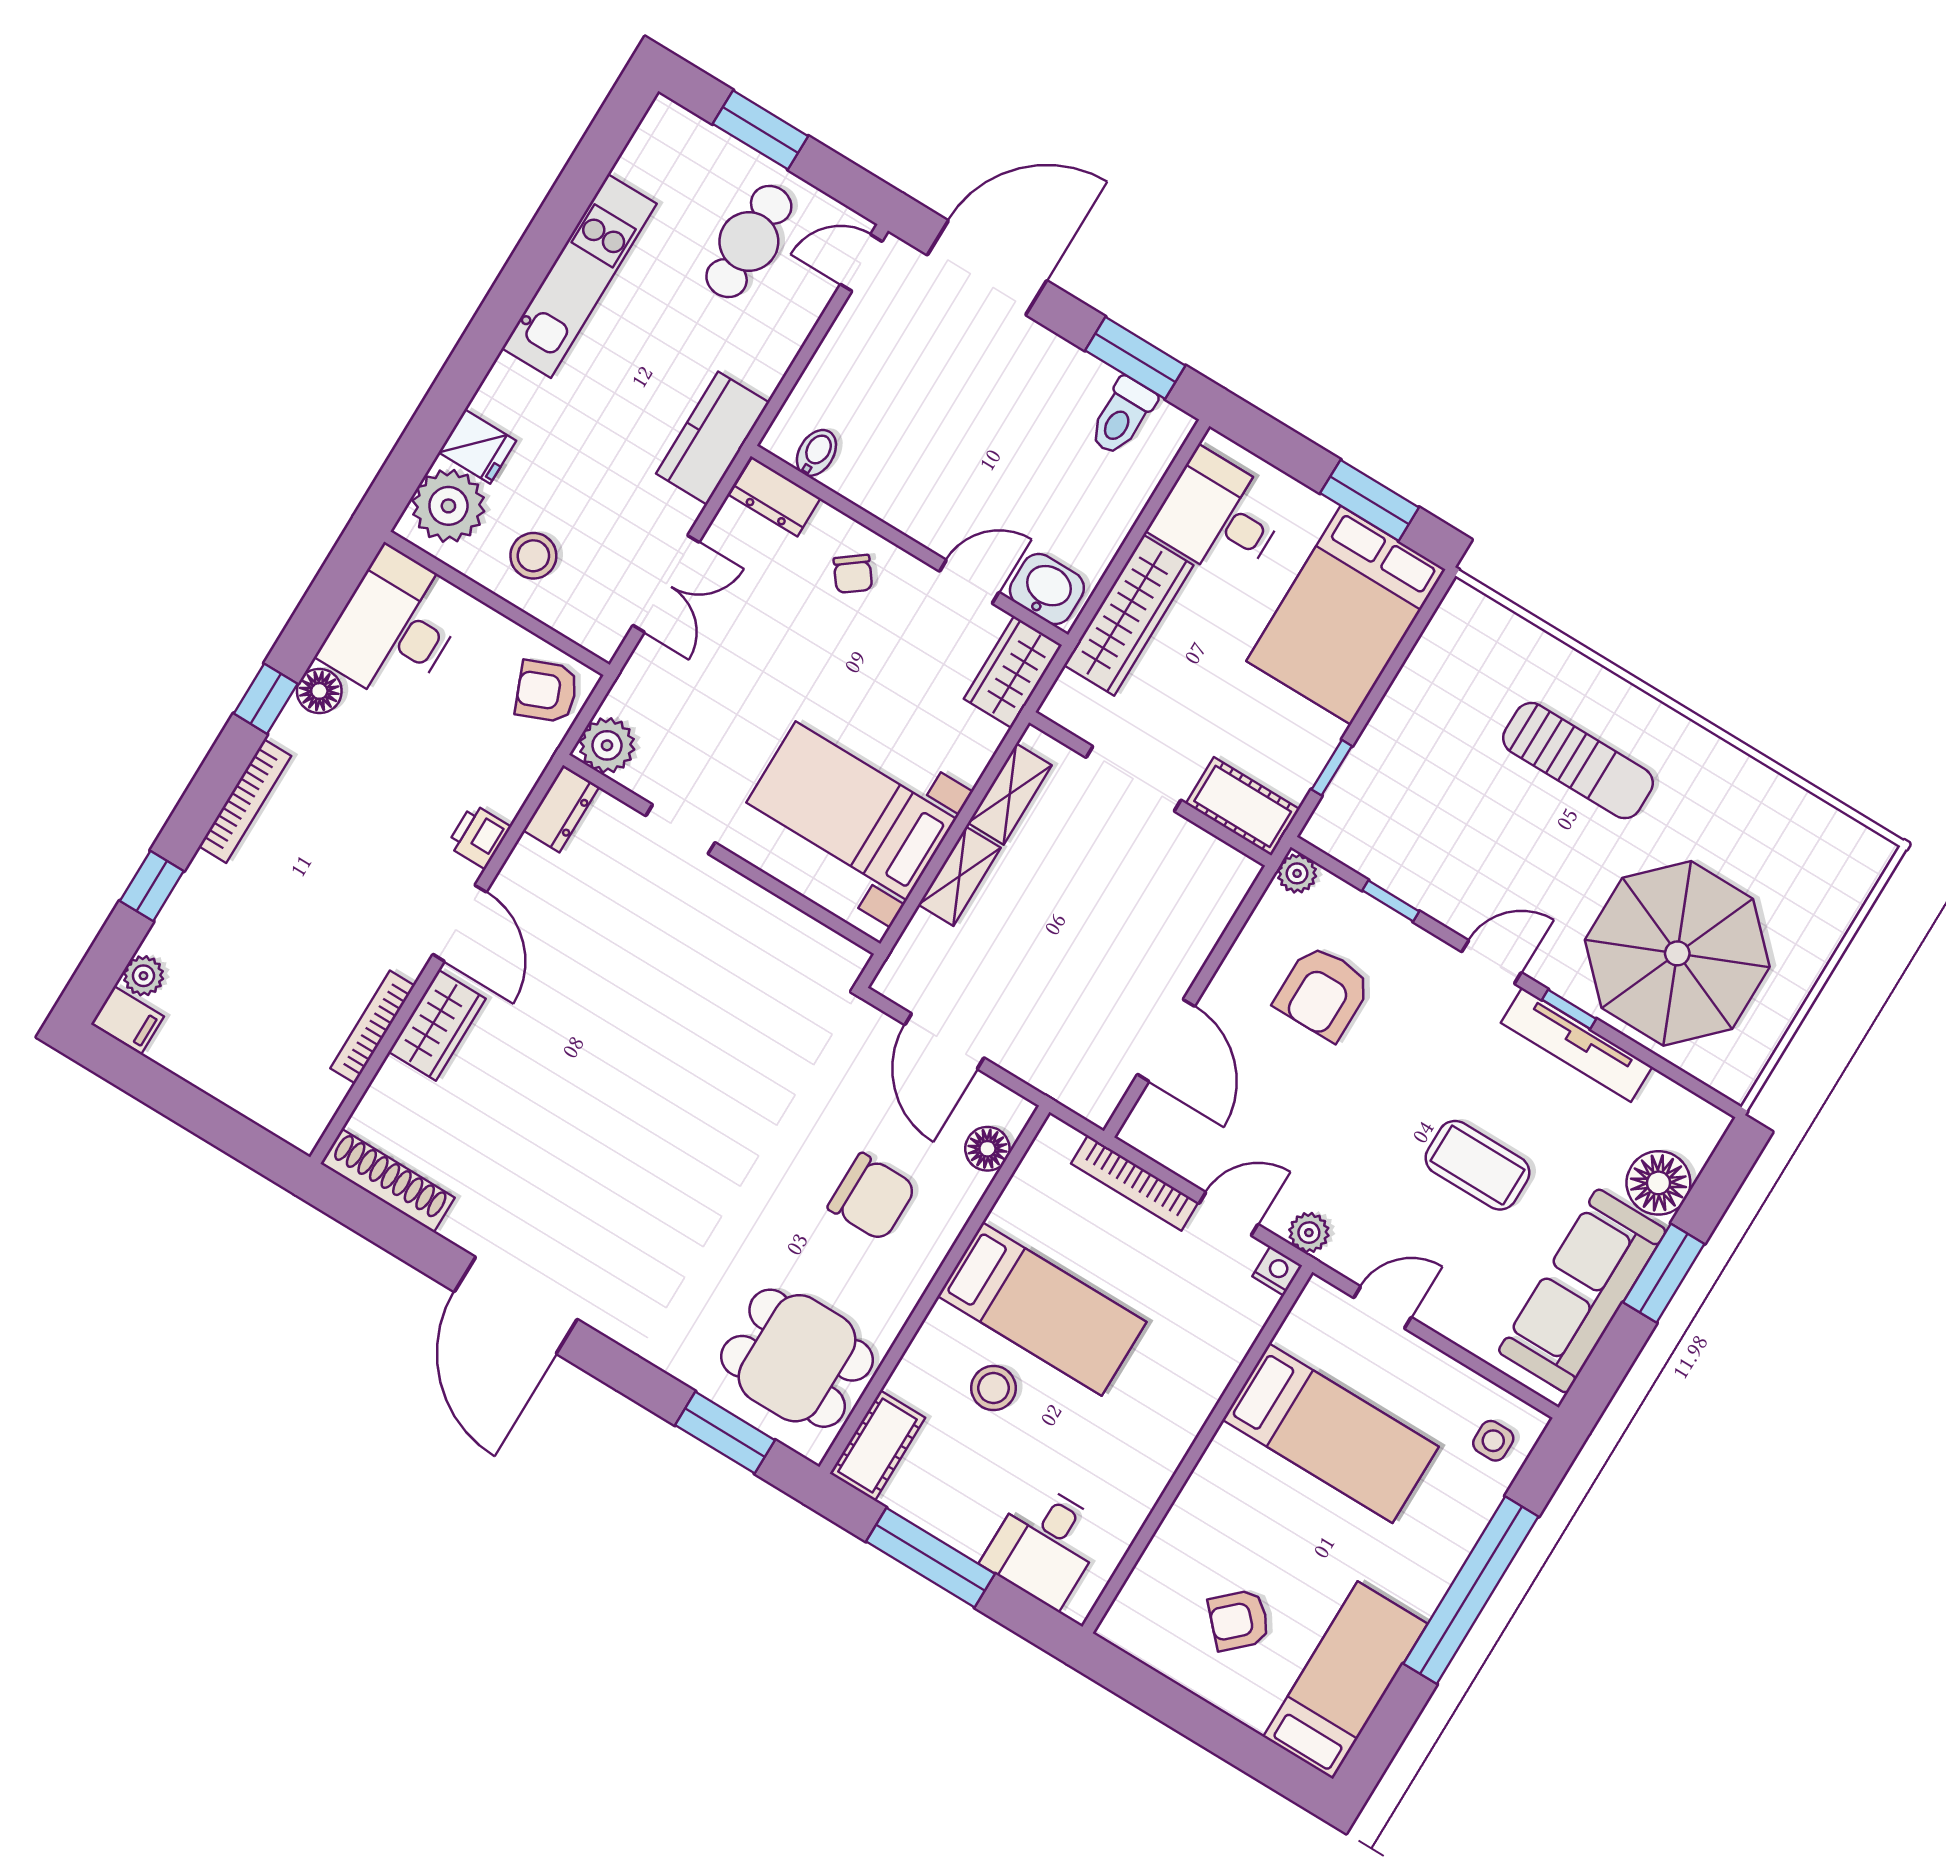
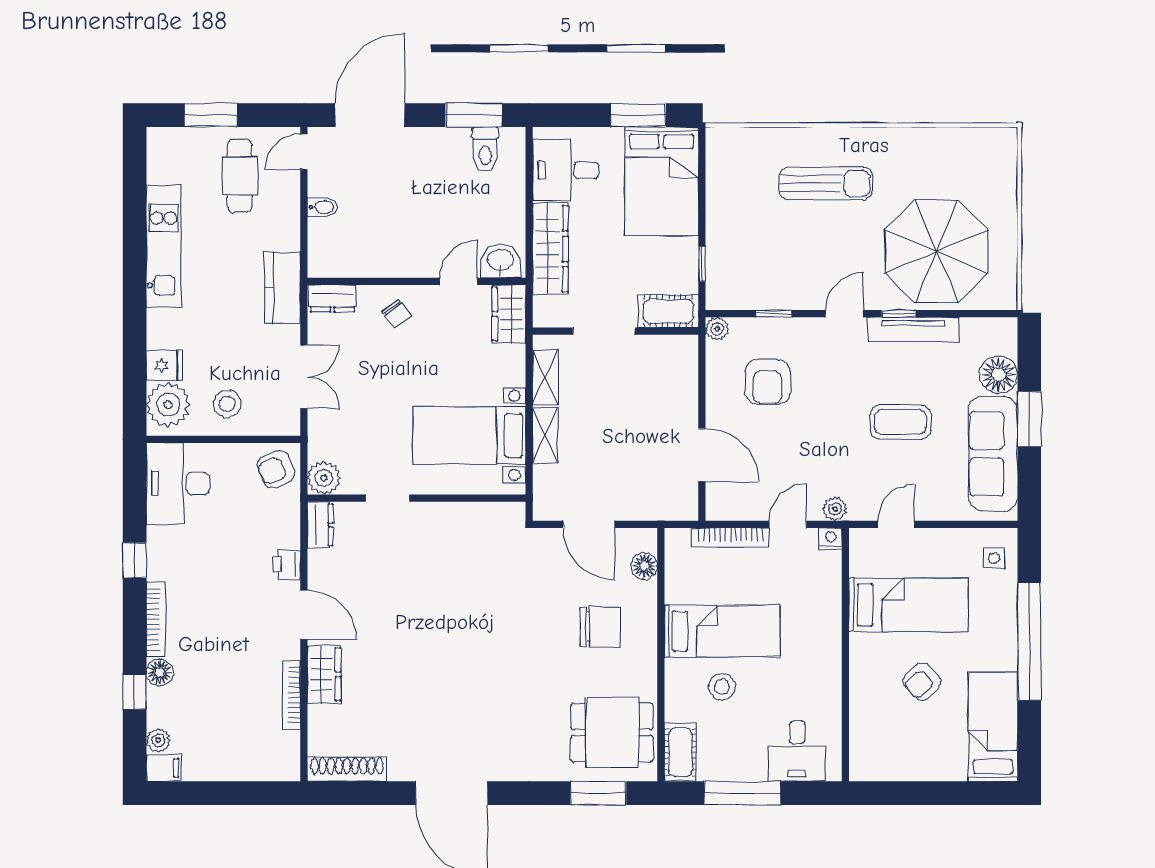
bidet: (816, 453) -> (322, 207), moved, turned 90
floor lamp: (319, 691) -> (160, 672), moved
armchair: (1239, 1620) -> (922, 682), moved

